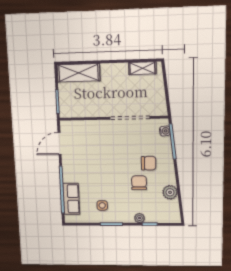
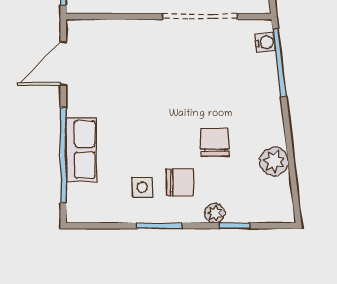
chair: (149, 163) -> (180, 182), moved
row of seats: (71, 199) -> (81, 149), moved

